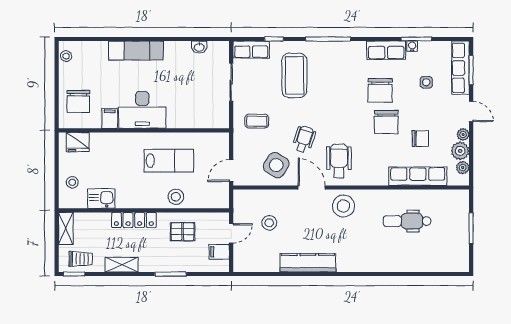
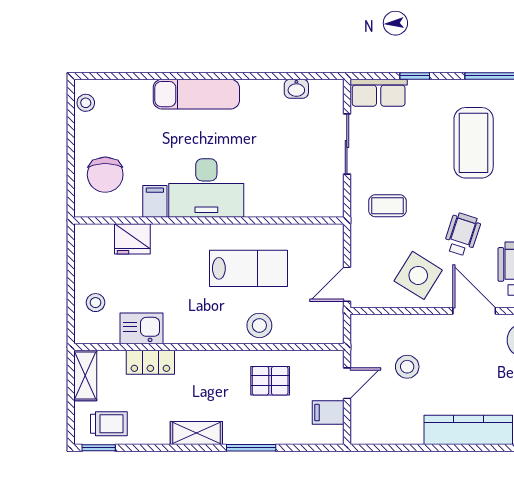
coffee table: (294, 75) -> (474, 143), moved
fridge: (78, 142) -> (132, 239), moved
locker: (134, 220) -> (150, 362), moved, width x0.66
shelving: (122, 265) -> (196, 433), moved

